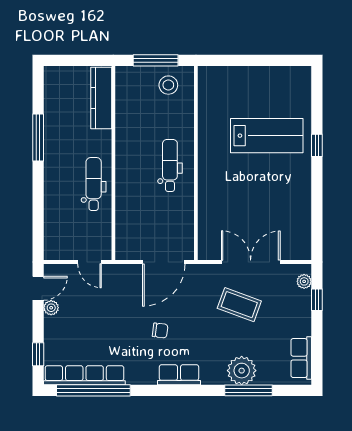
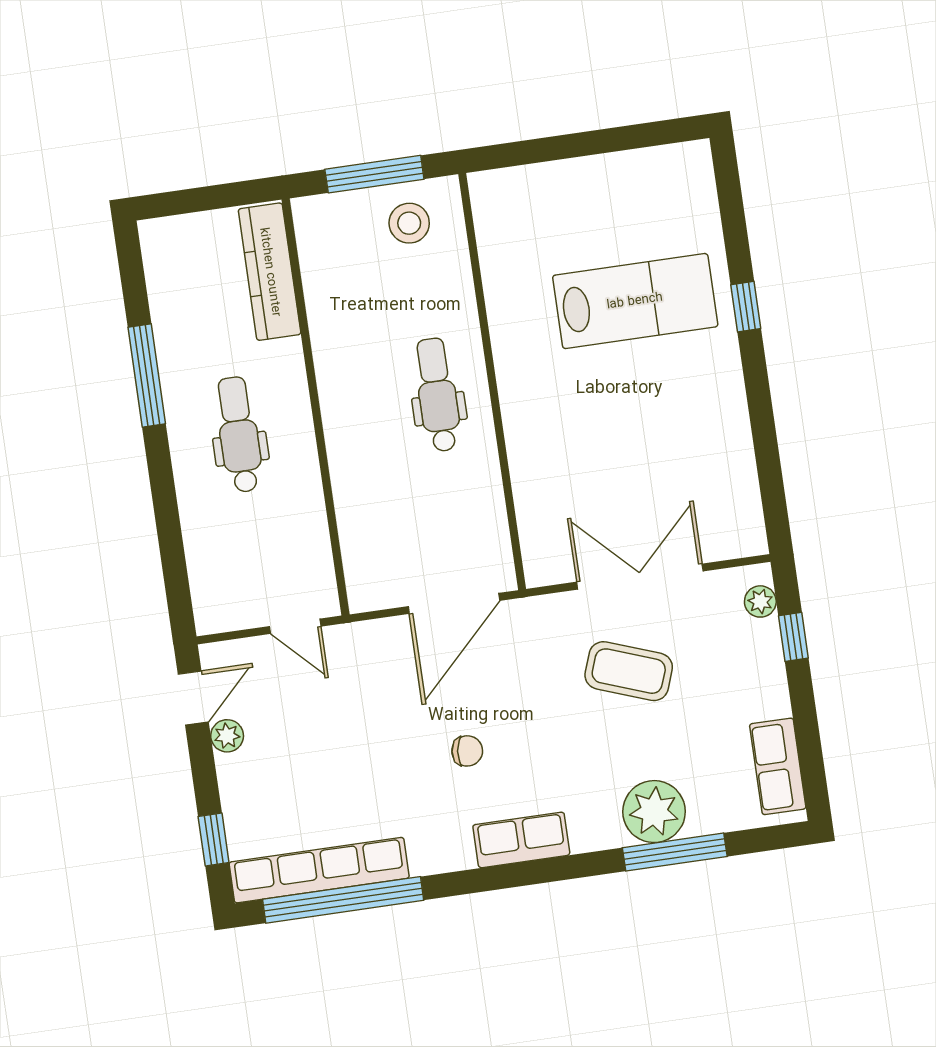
dental chair: (94, 184) -> (239, 435), moved

